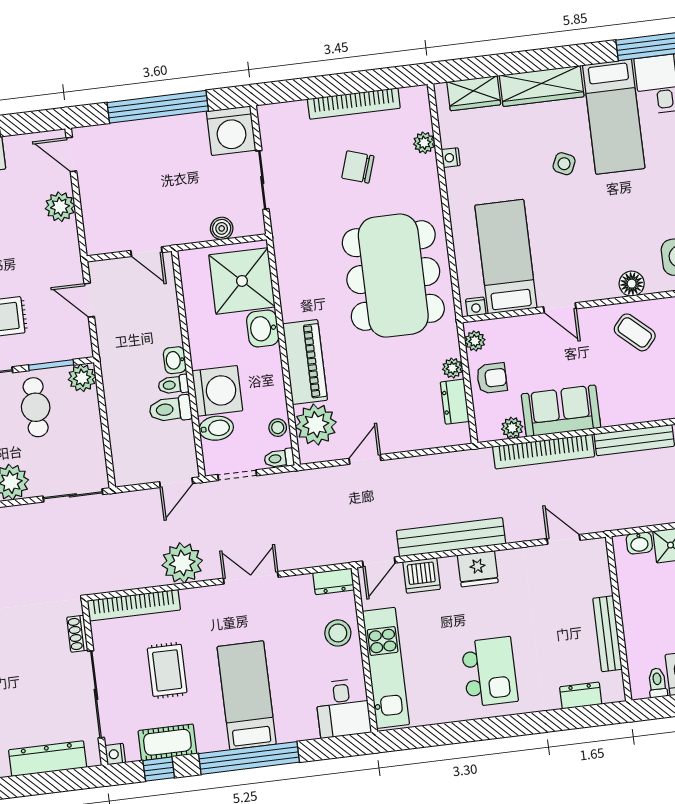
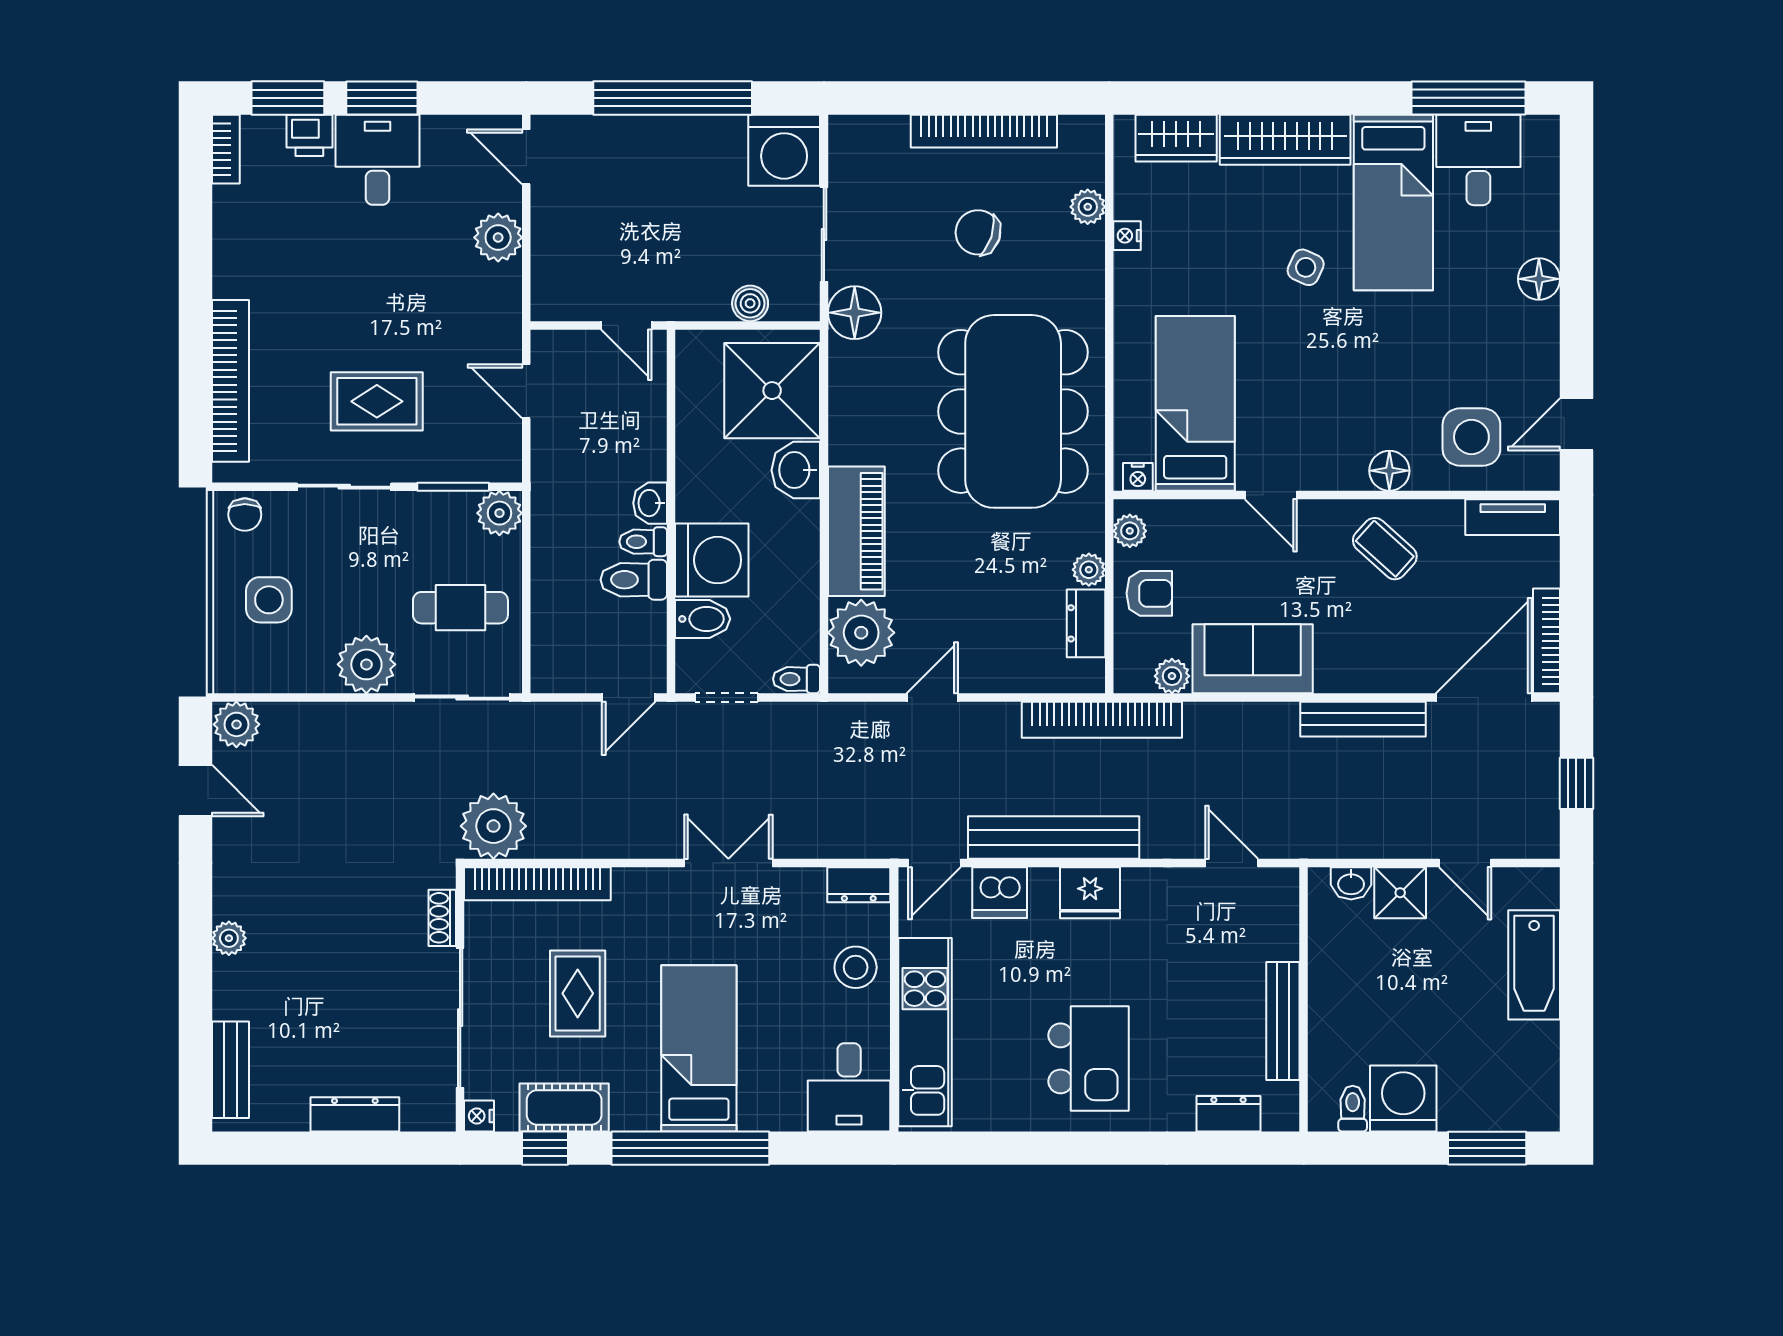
floor lamp: (287, 226) -> (855, 313), added
cafe table: (36, 407) -> (460, 608), moved, turned 90
stool: (278, 428) -> (800, 630), removed
bookcase: (544, 452) -> (1102, 720), moved
plant: (182, 563) -> (493, 826), moved
dresser: (48, 759) -> (355, 1114), width x0.73, depth x0.80

